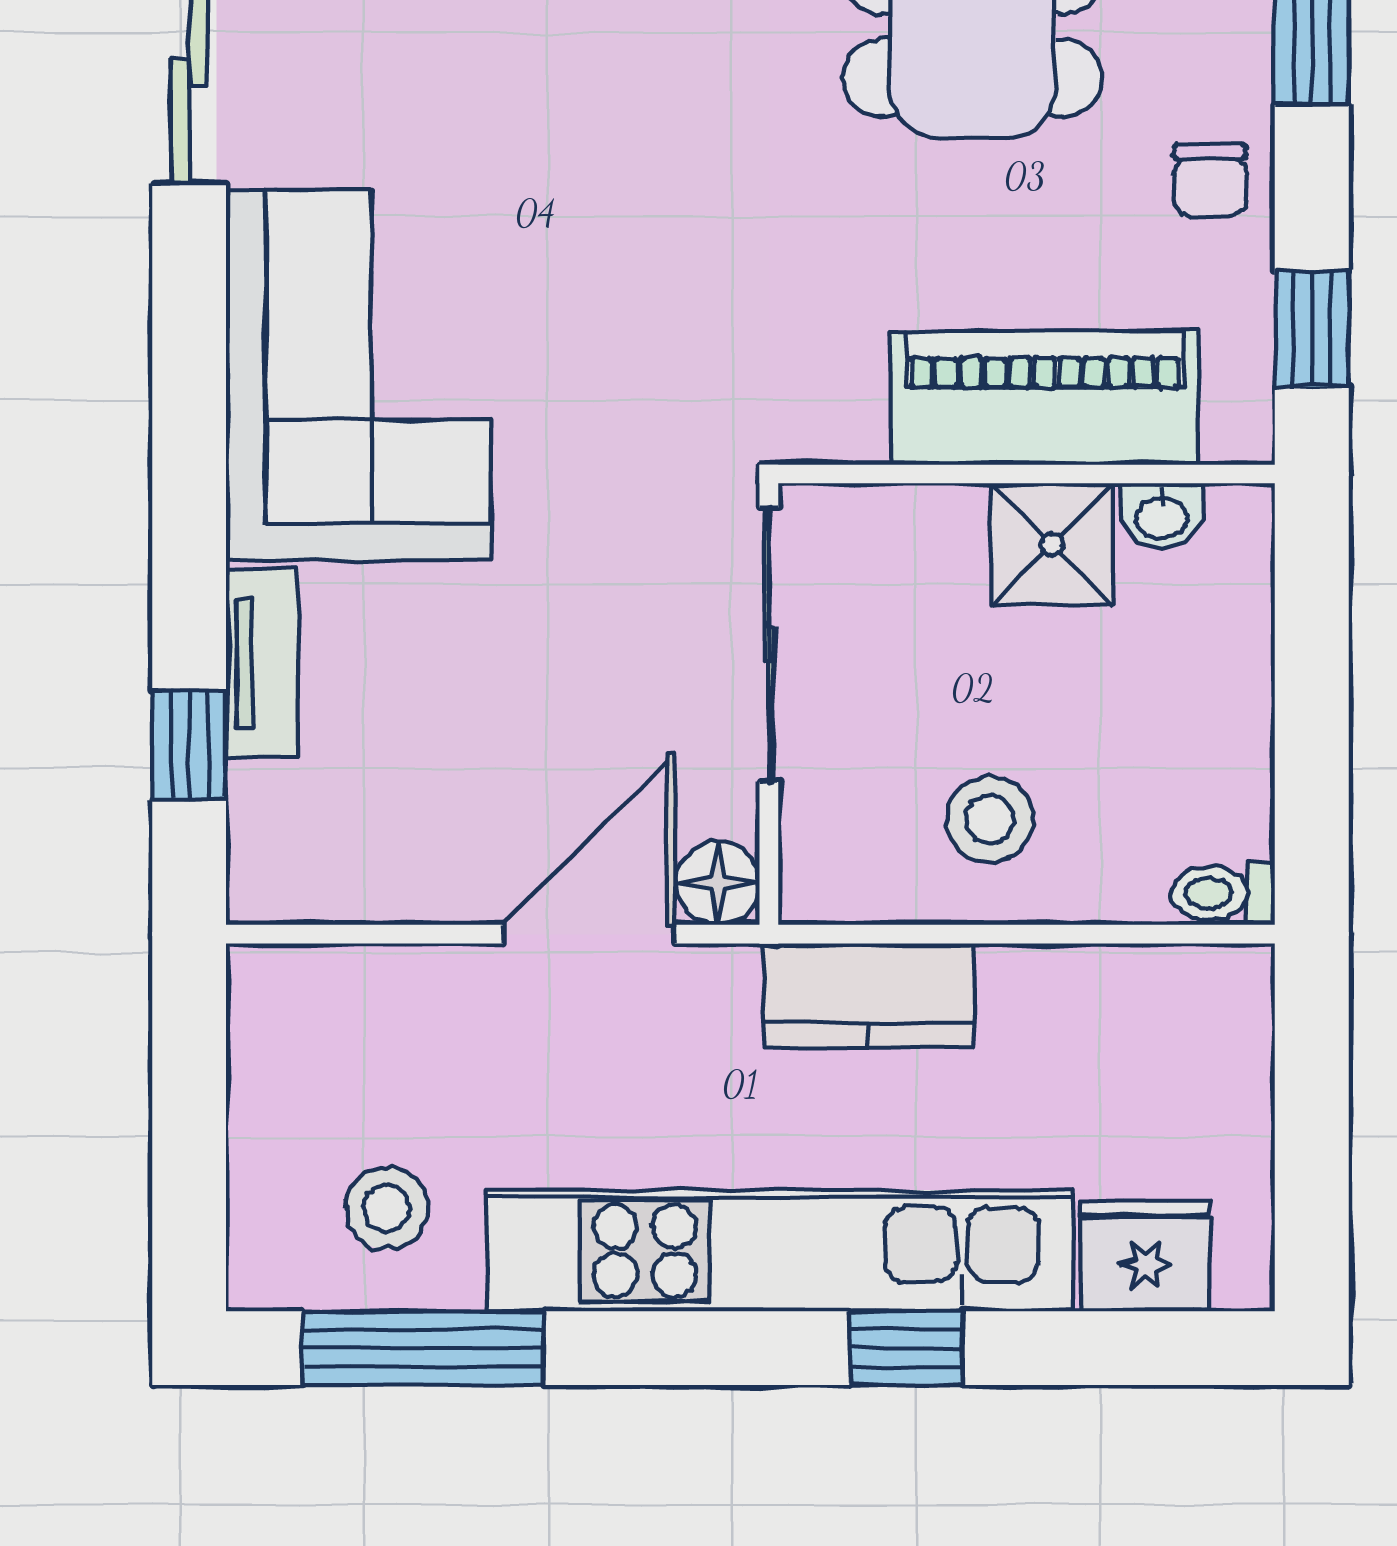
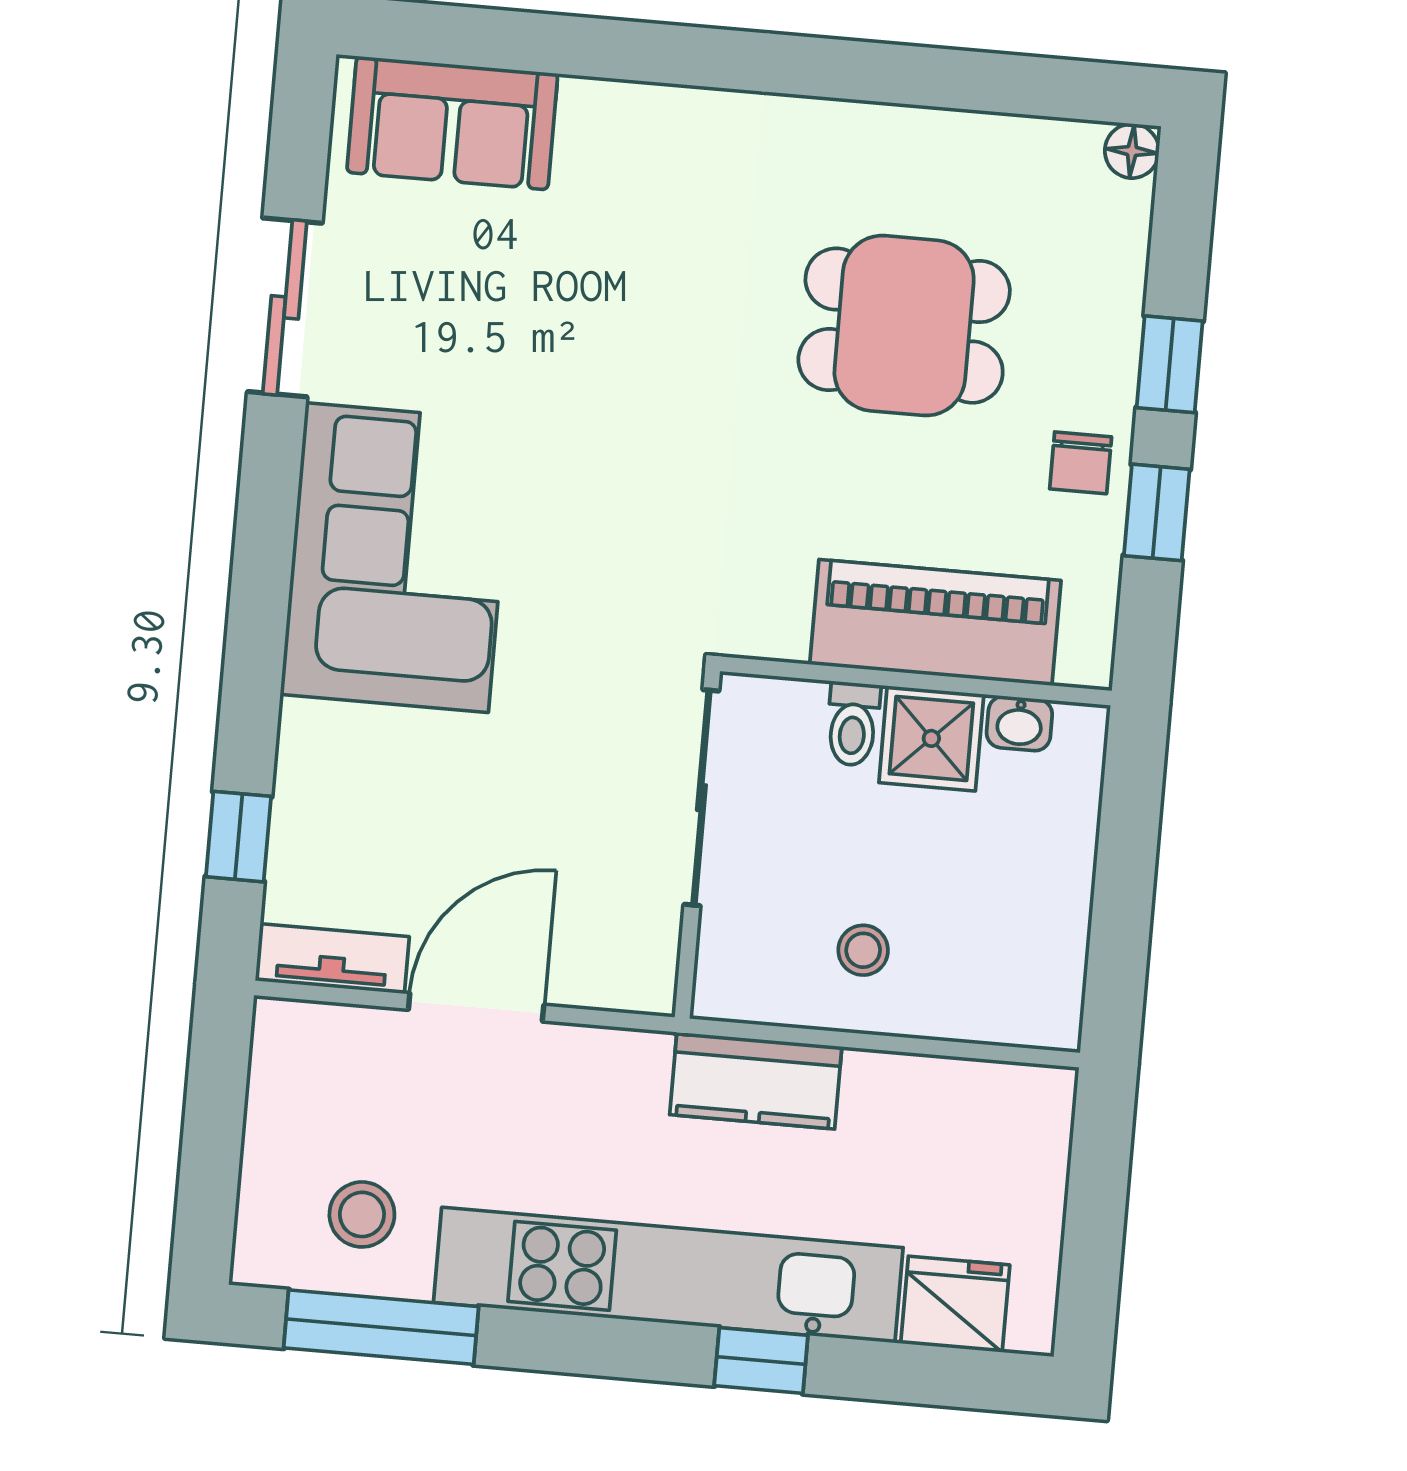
window: (1312, 328) -> (1157, 512), moved
tv unit: (262, 663) -> (332, 959), moved, turned -90
stool: (990, 819) -> (863, 950), width x0.73, depth x0.73
floor lamp: (718, 883) -> (645, 982), removed
toilet: (1223, 893) -> (853, 724), moved, turned -90
door: (589, 934) -> (476, 1007), moved

